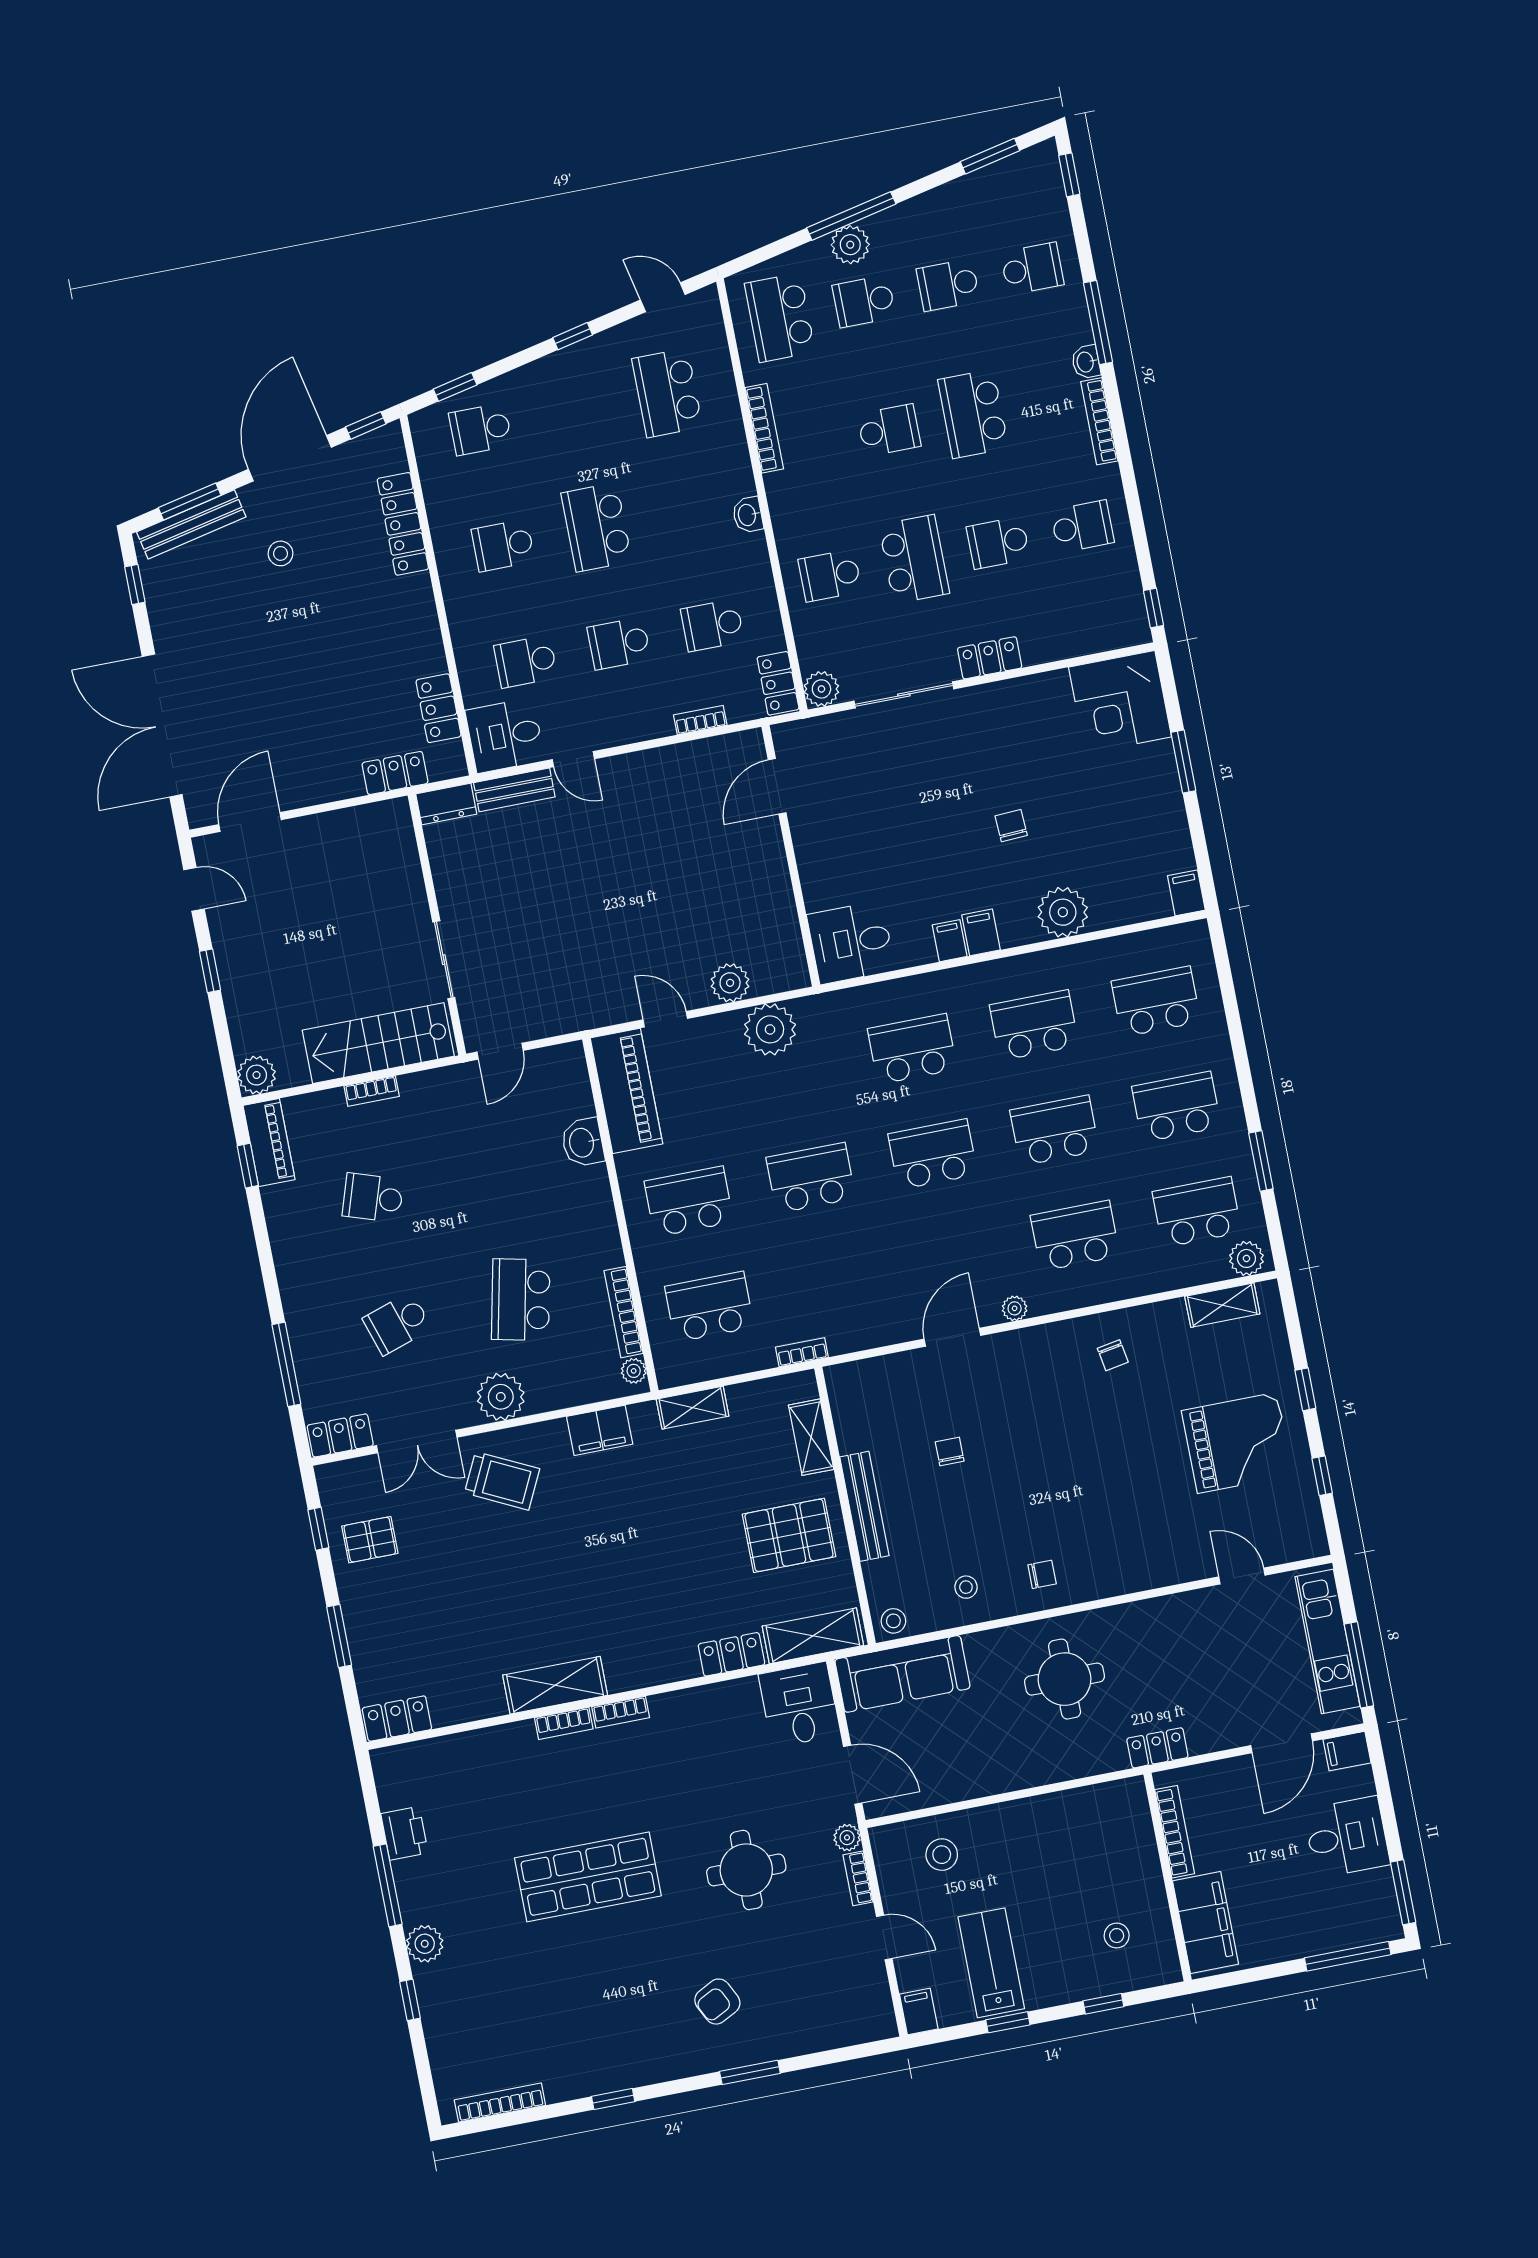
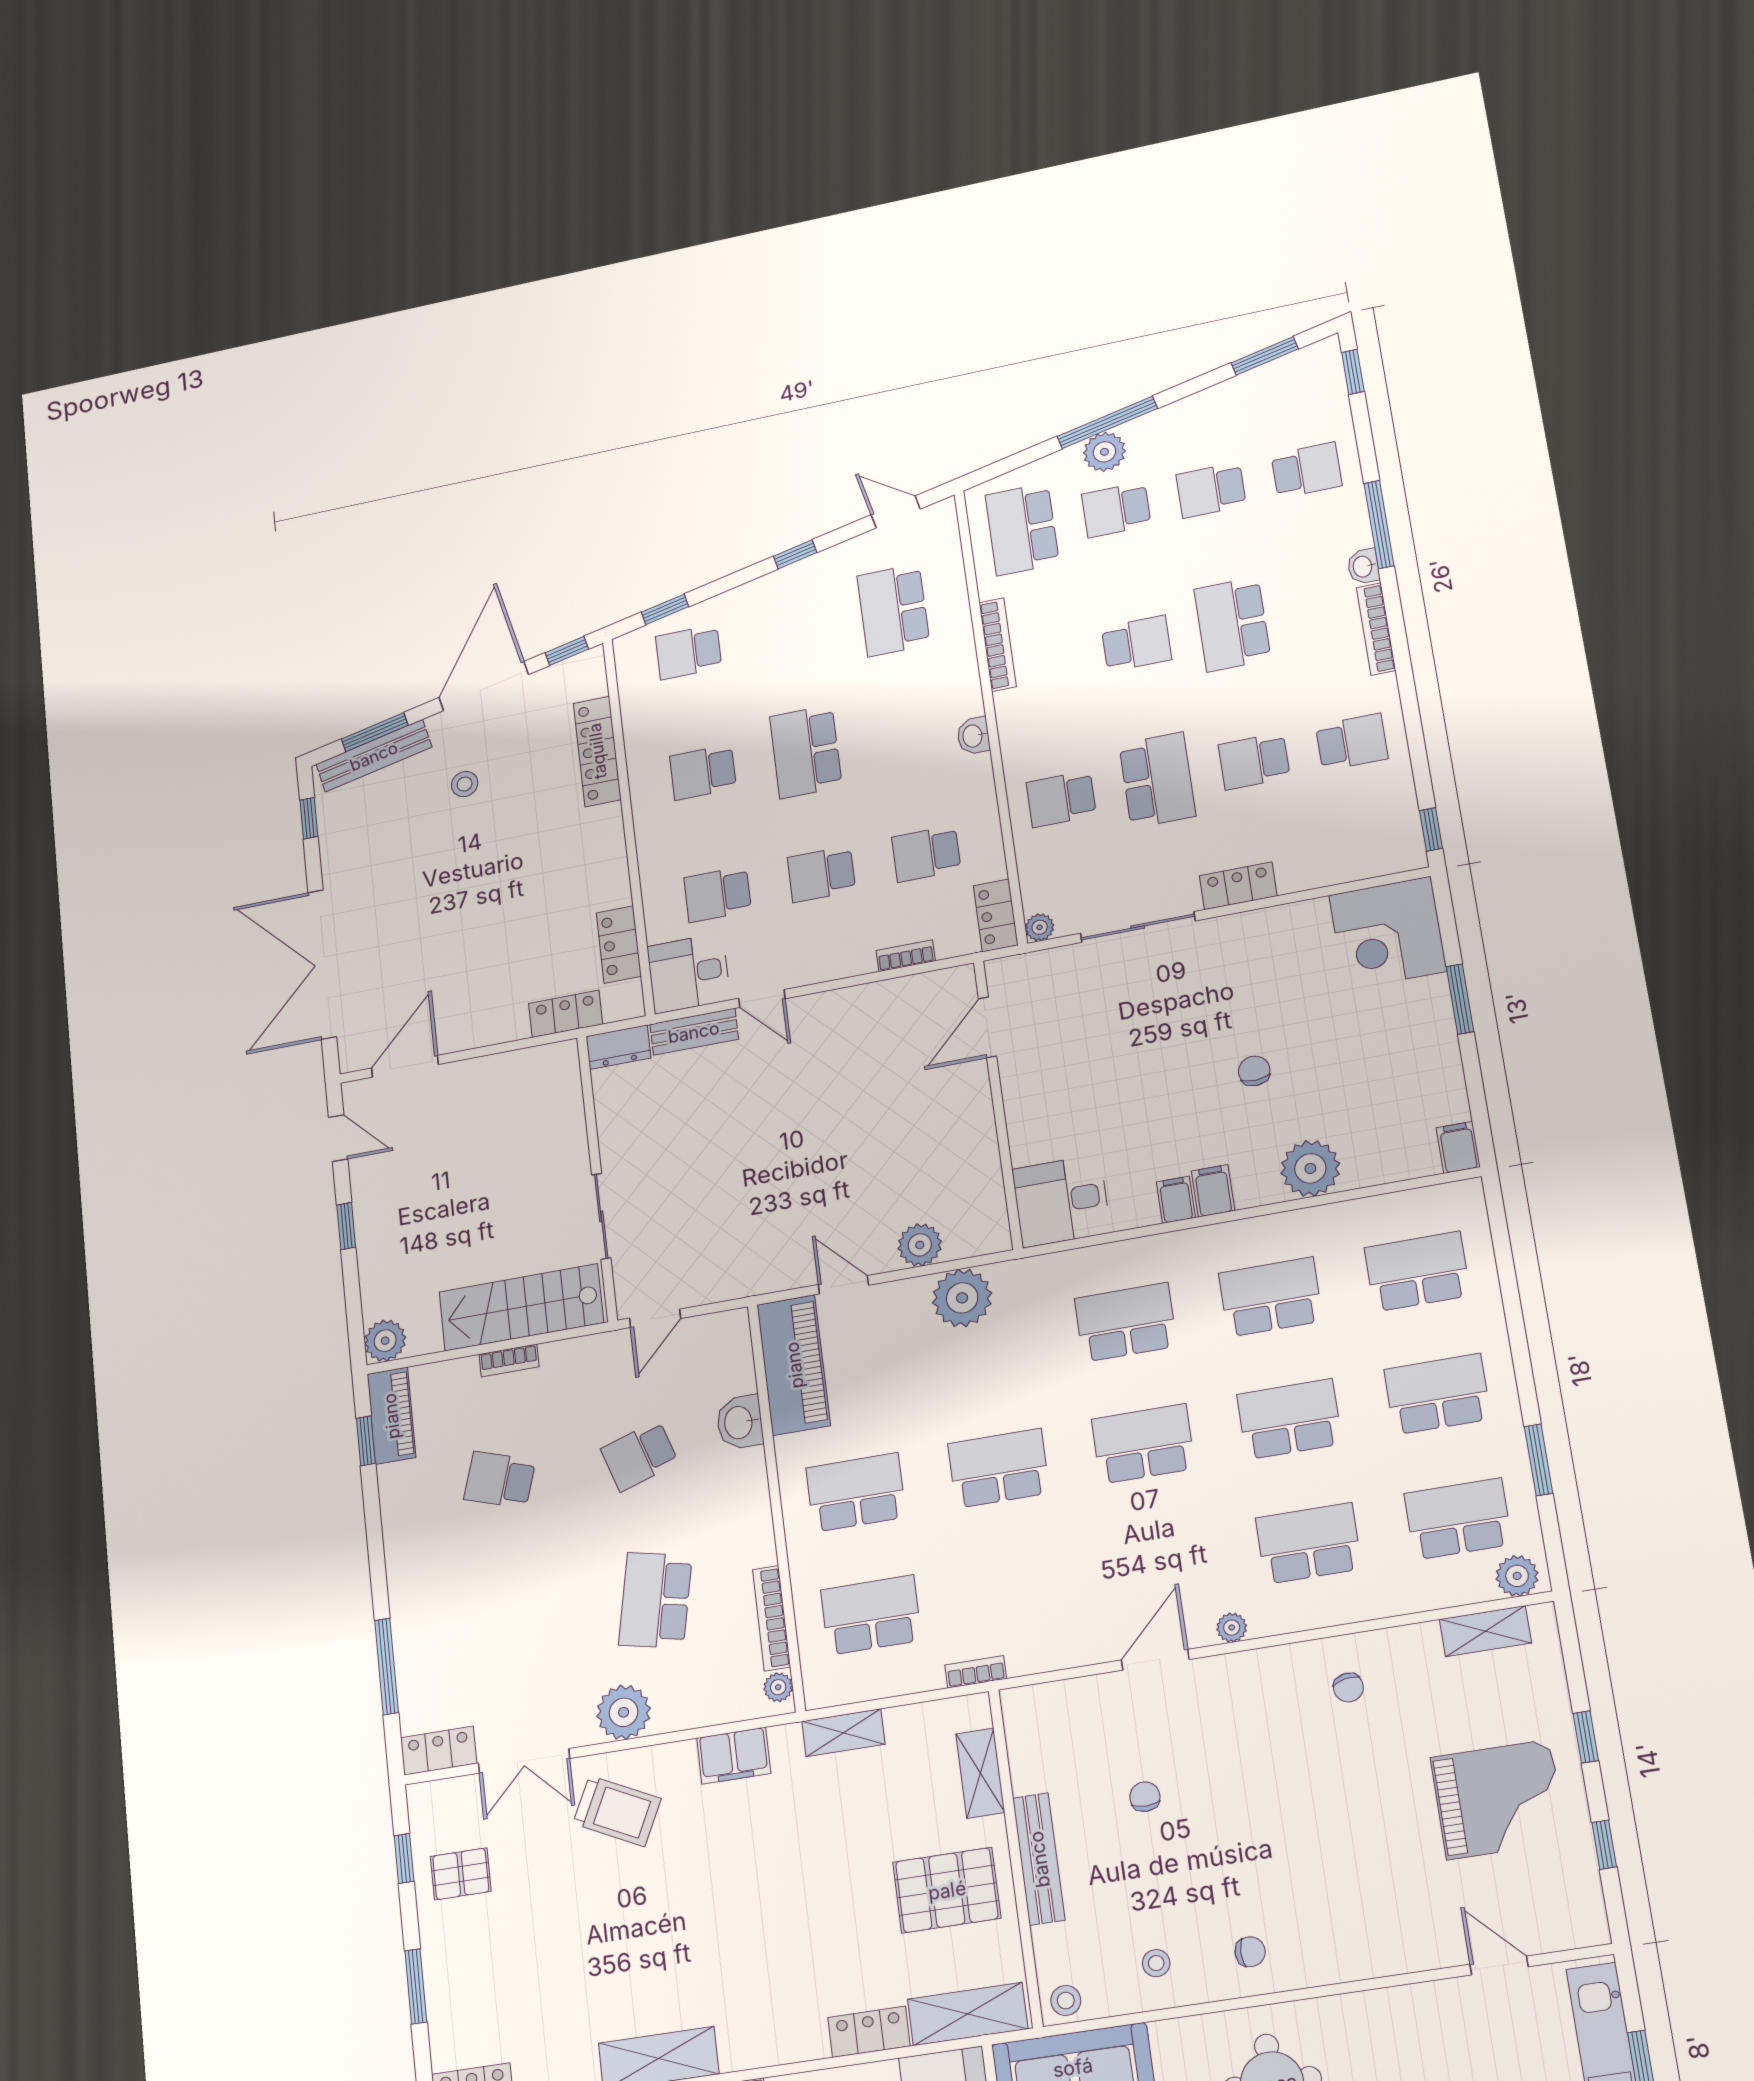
plant: (821, 689) -> (1040, 927), width x0.73, depth x0.73
school desk: (397, 1324) -> (639, 1456), moved

